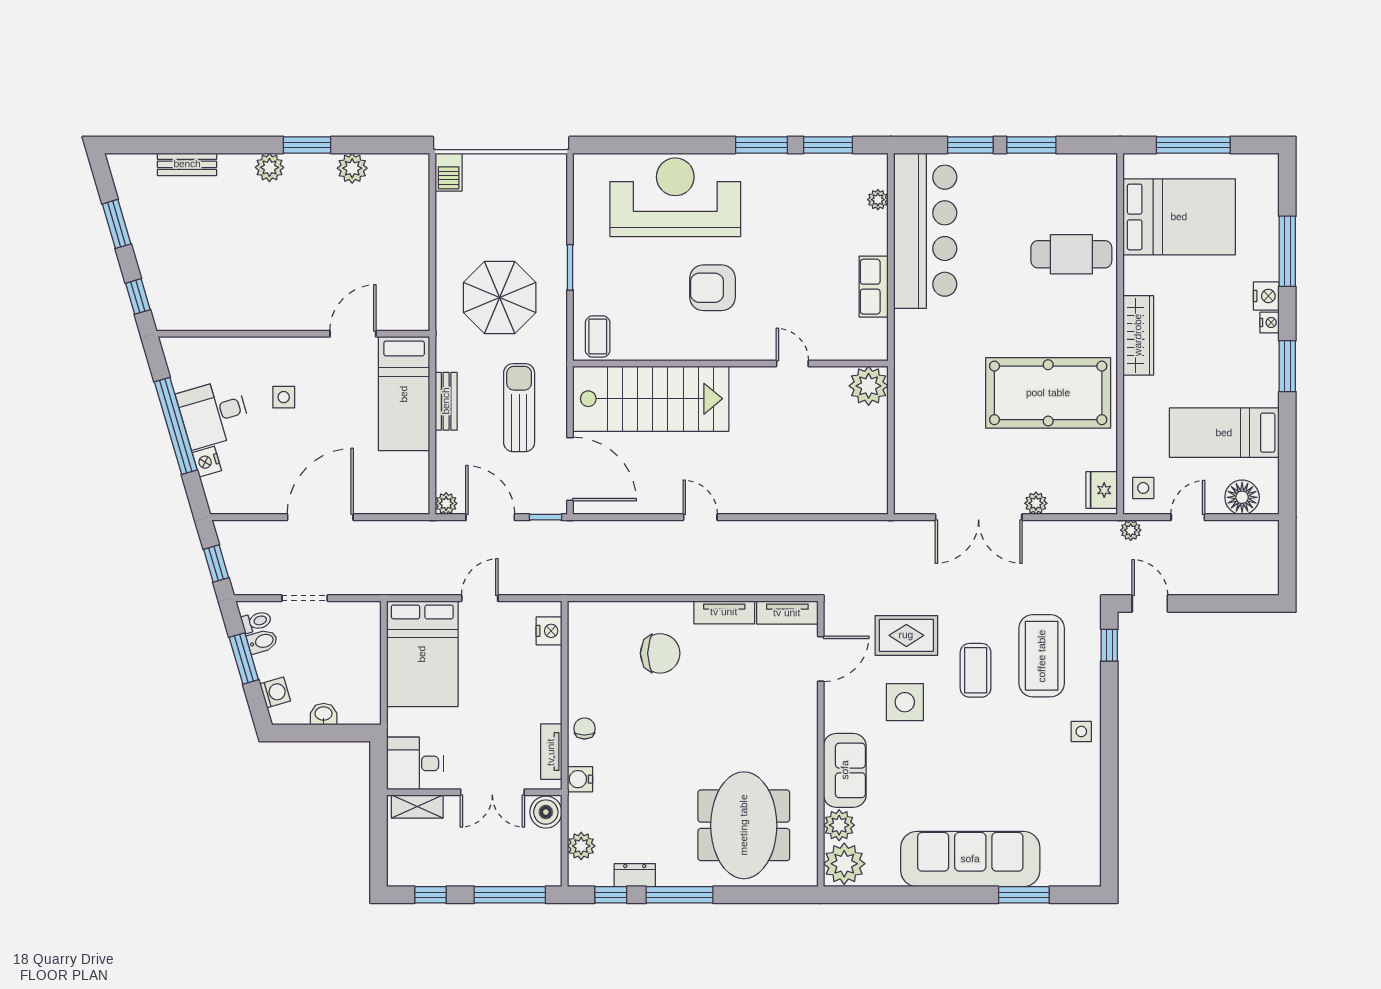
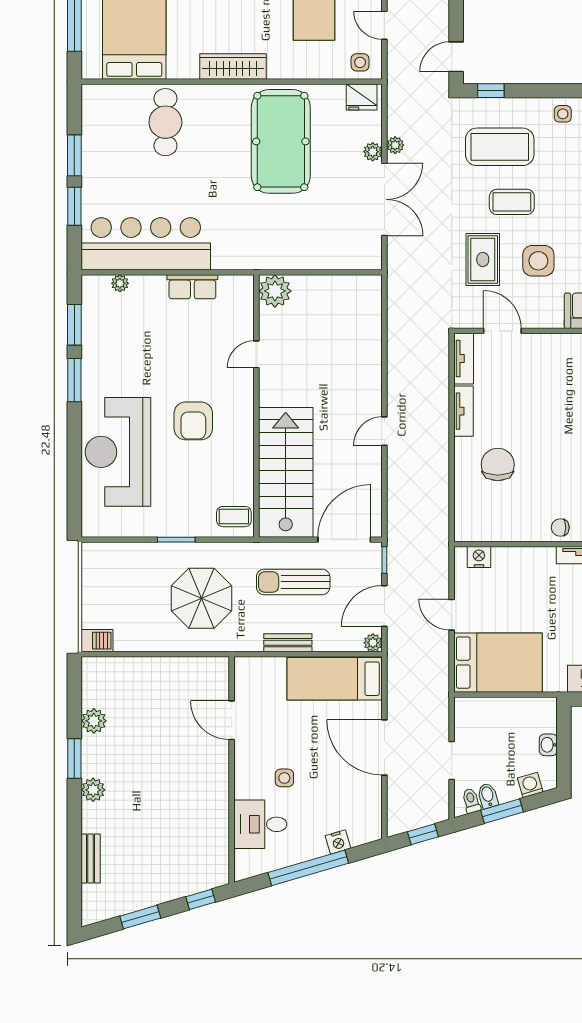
bed: (404, 394) -> (335, 679), moved, turned 180
desk: (214, 413) -> (260, 824), moved, turned 106
plant: (1131, 530) -> (395, 145), moved

